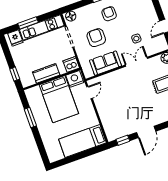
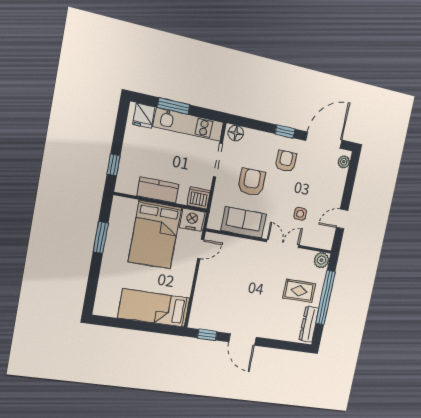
door: (146, 132) -> (242, 339), hinge flipped

